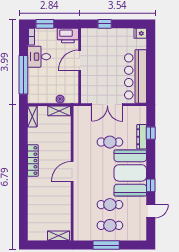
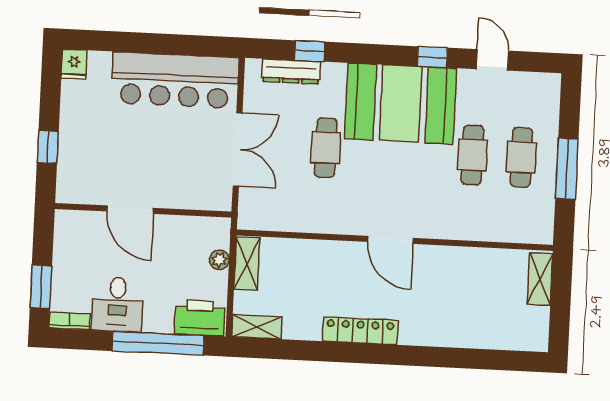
printer: (68, 36) -> (200, 318), moved, turned -90
dresser: (142, 137) -> (291, 71), moved

